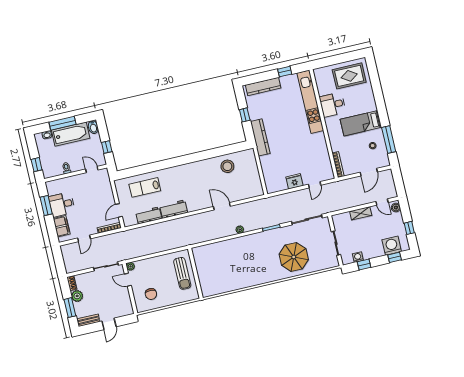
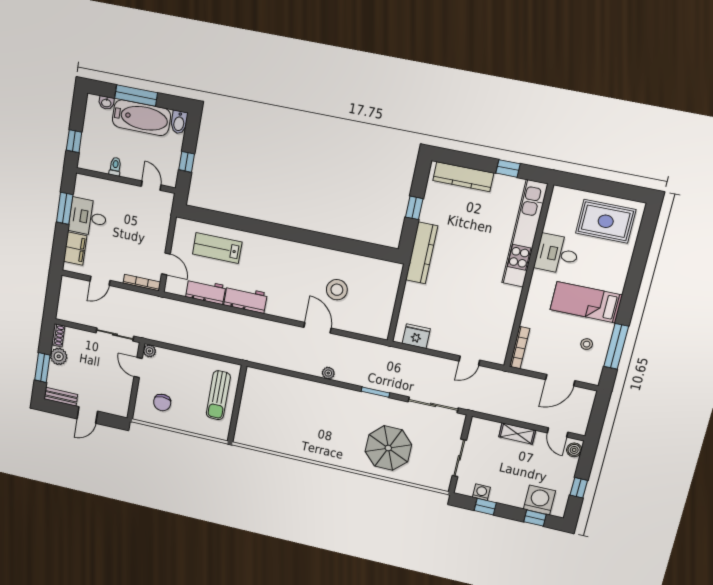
stool: (227, 166) -> (337, 290), moved
fridge: (294, 181) -> (416, 336), moved
door: (119, 210) -> (166, 264), swing flipped

